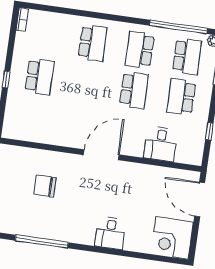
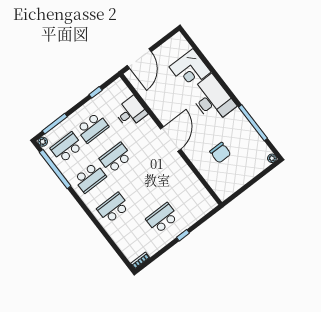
door: (101, 155) -> (171, 139), swing flipped
desk: (110, 233) -> (212, 99), width x1.87, depth x1.30
corner desk: (172, 238) -> (190, 69), moved, turned 90

